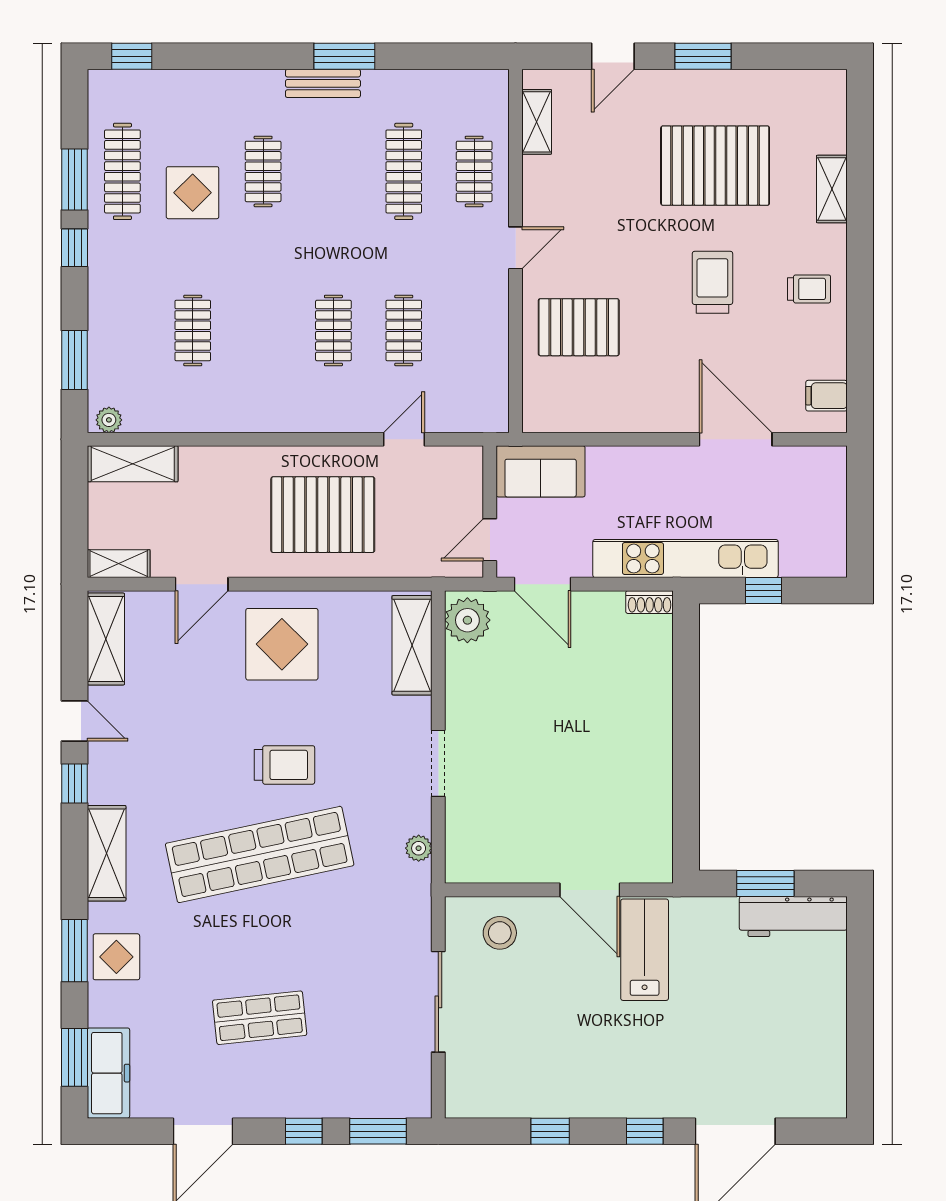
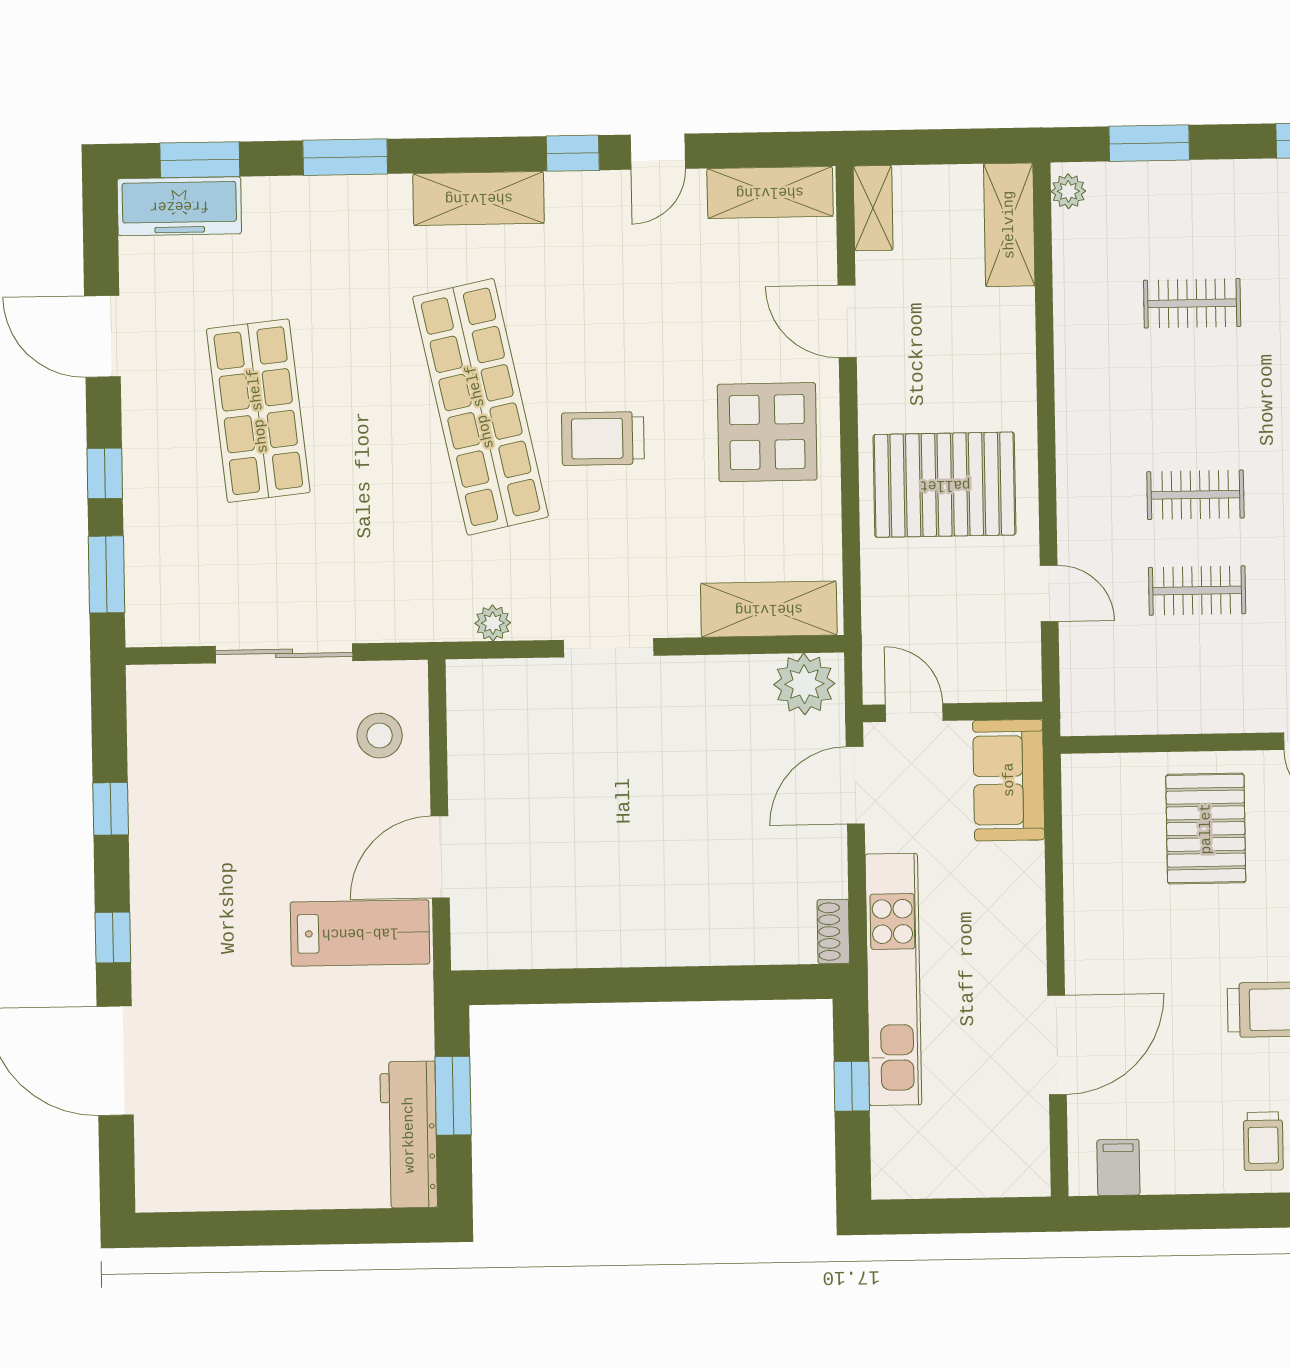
pallet: (323, 515) -> (945, 485), turned 90
trolley: (284, 765) -> (603, 439), turned 90
display table: (116, 957) -> (338, 214), removed
shop shelf: (260, 1018) -> (258, 411), width x1.43, depth x1.36

